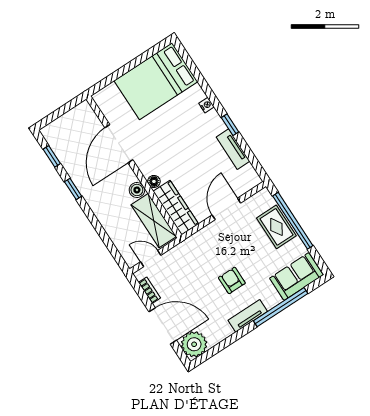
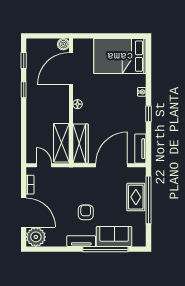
door: (119, 144) -> (71, 68), moved
tv unit: (233, 149) -> (140, 149), moved
floor lamp: (154, 181) -> (77, 104), moved
boiler: (137, 190) -> (63, 44), moved
door: (226, 209) -> (112, 165), width x1.36
sofa: (296, 277) -> (114, 236), moved

